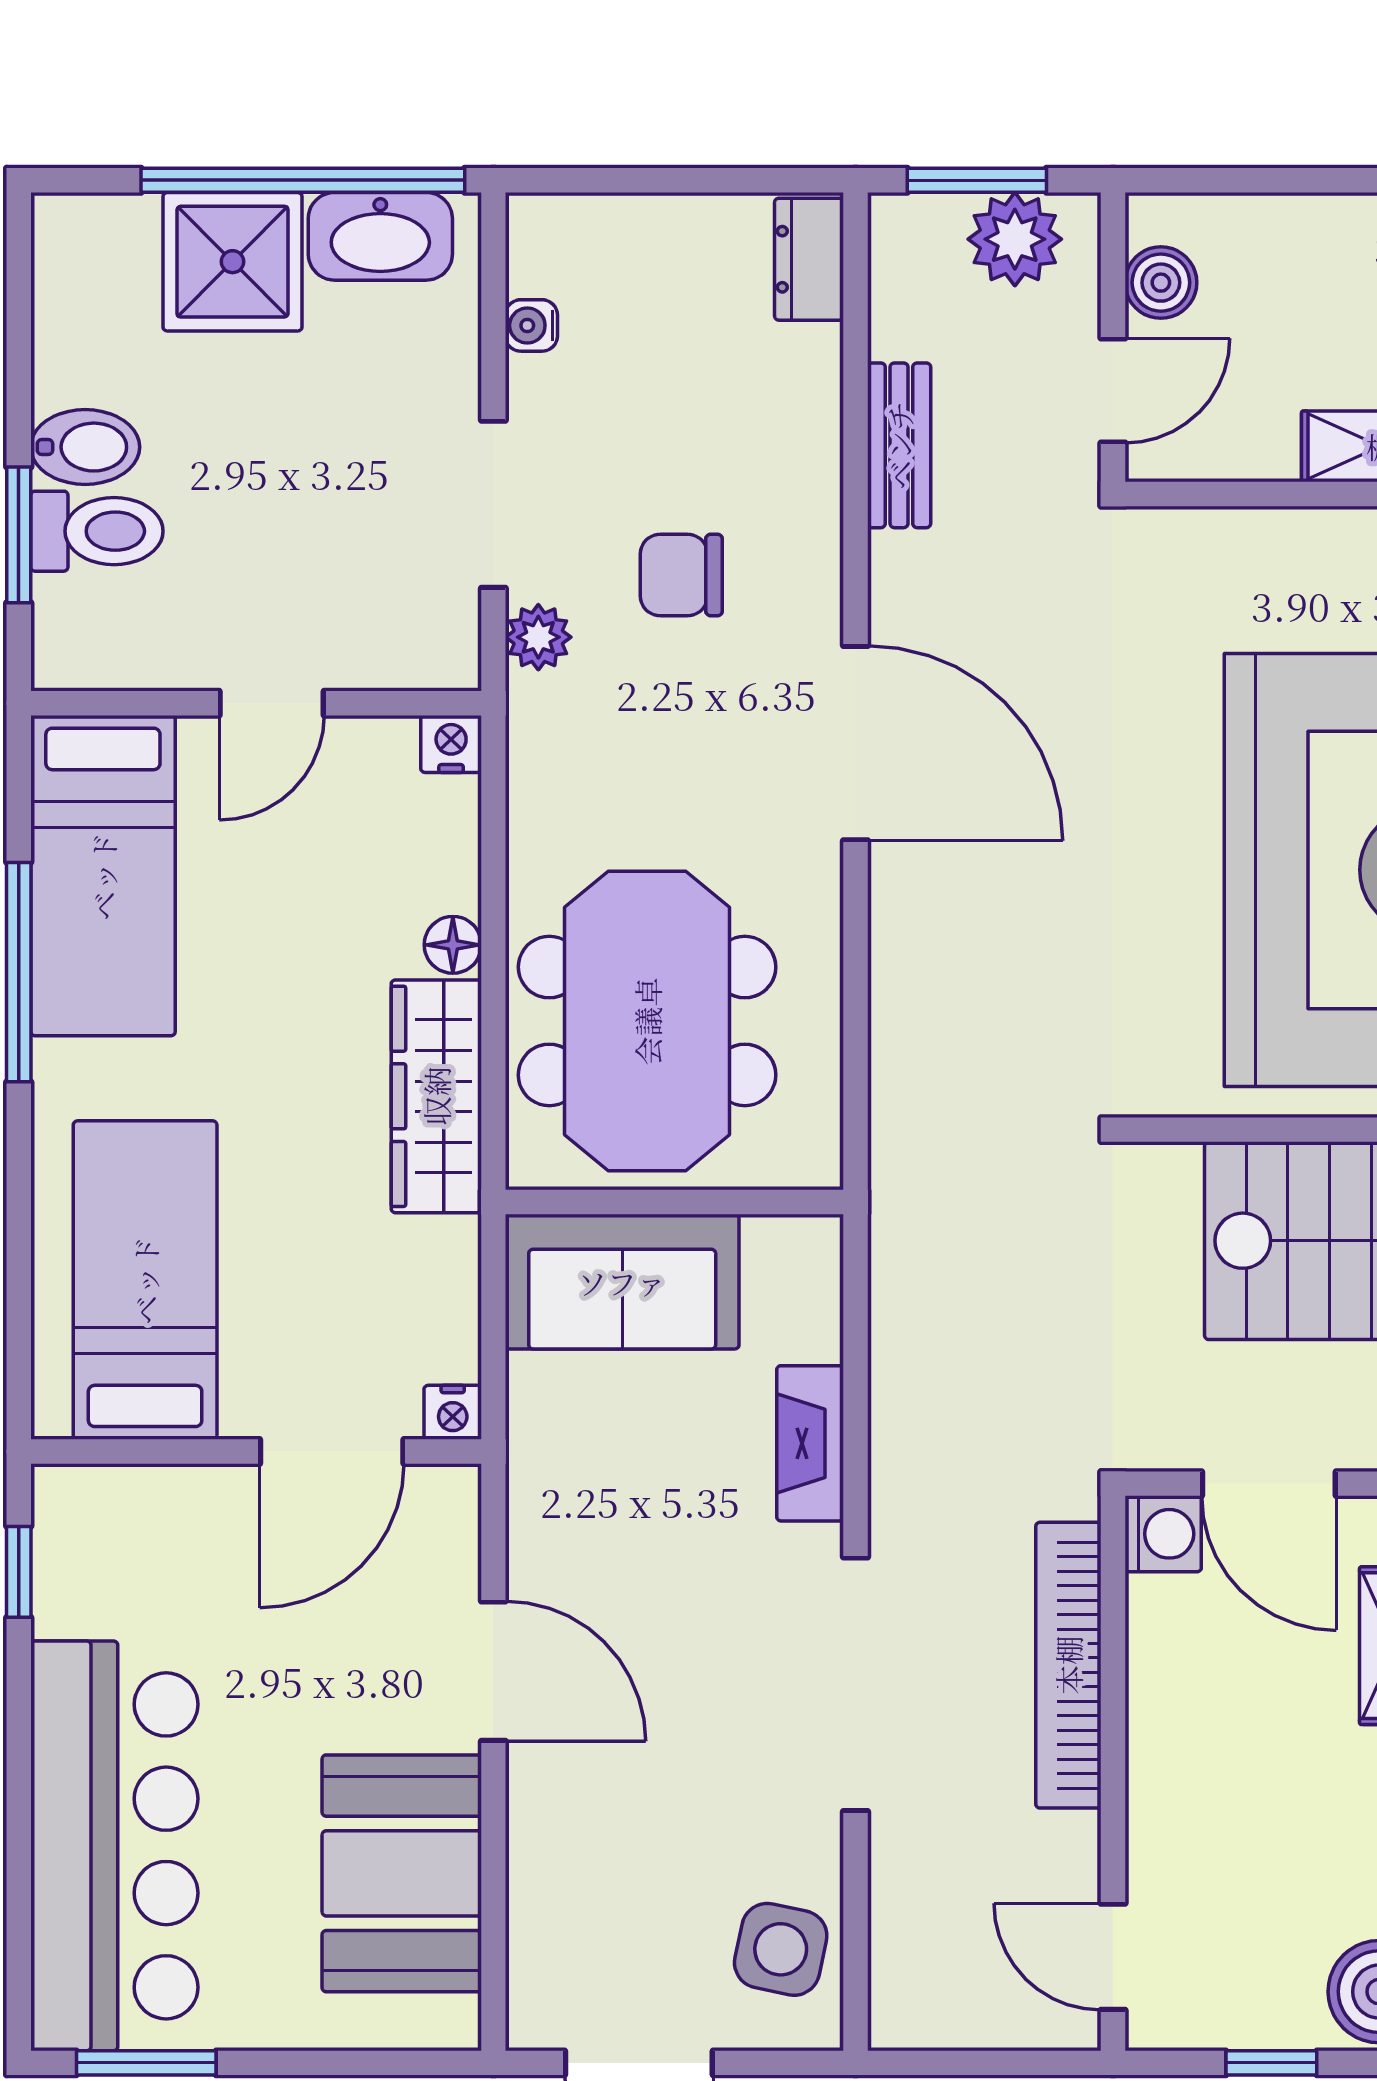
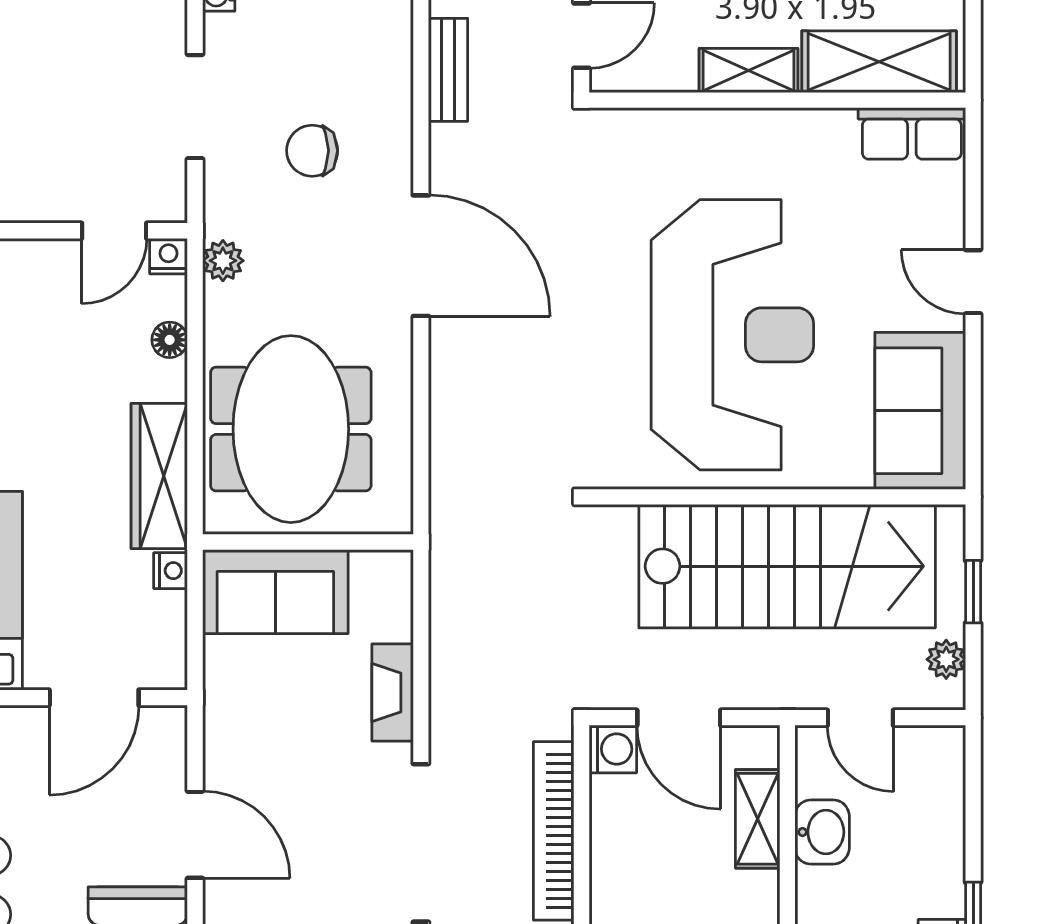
plant: (538, 637) -> (223, 261), moved
door: (272, 703) -> (114, 231), moved
floor lamp: (453, 945) -> (170, 340), moved
nightstand: (453, 1412) -> (171, 571), moved, turned -90

